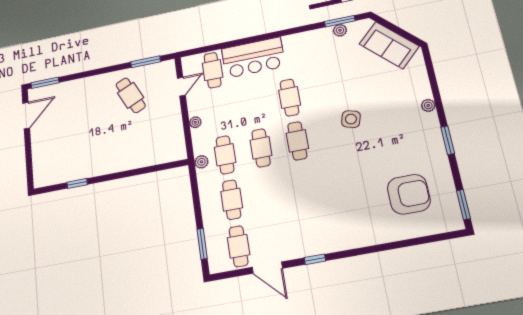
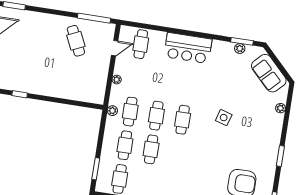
bar counter: (253, 58) -> (188, 48), moved
window: (146, 62) -> (94, 18), width x1.44
cafe table: (290, 98) -> (151, 149), moved
plant: (428, 105) -> (281, 108), moved

